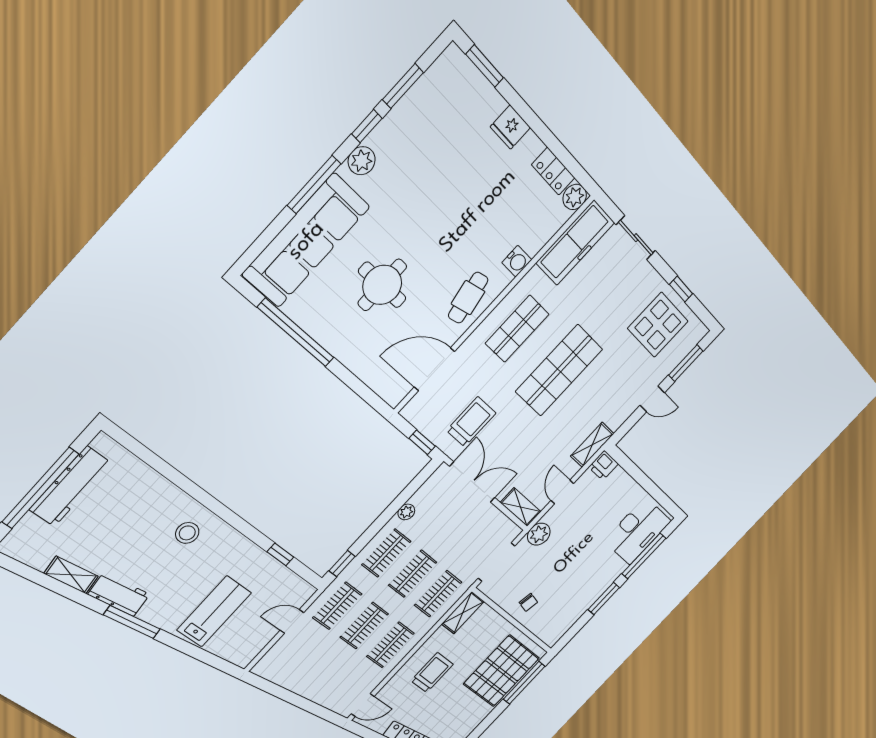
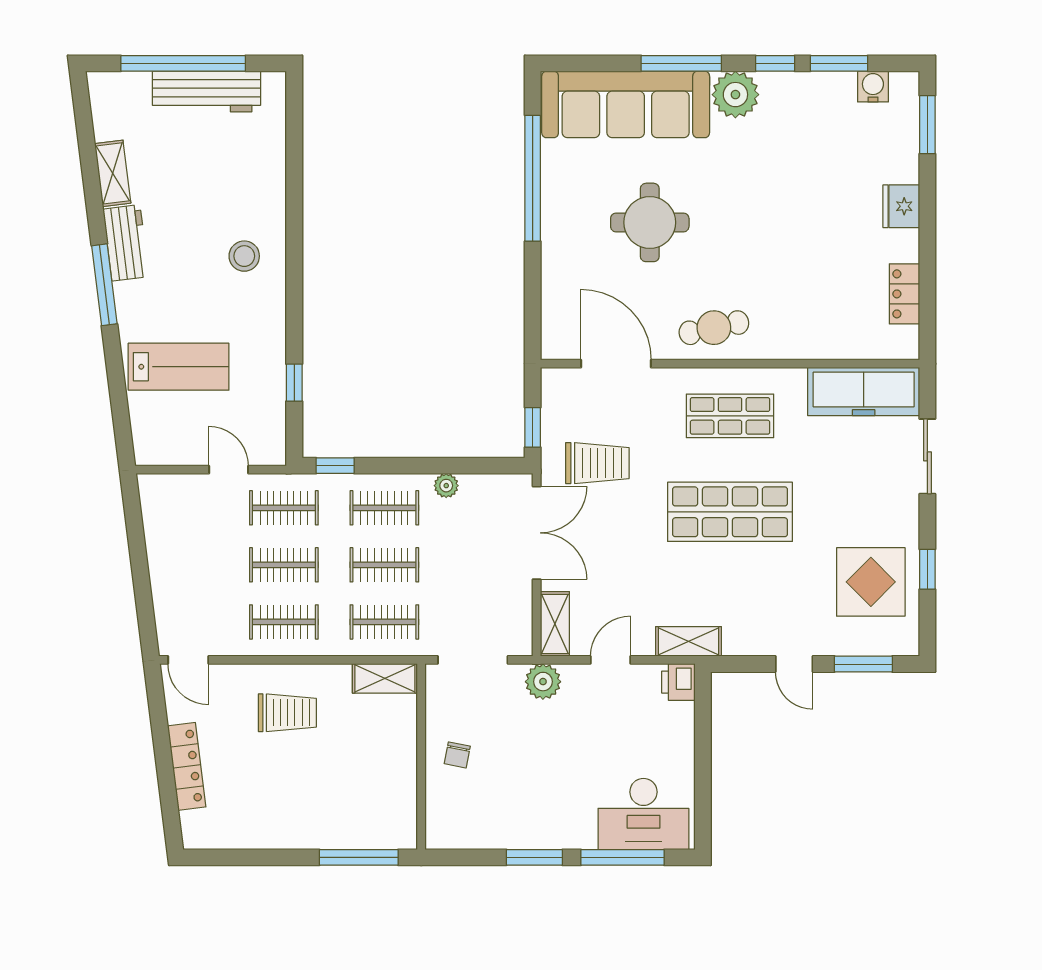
plant: (362, 161) -> (735, 95), width x1.36, depth x1.36
plant: (575, 197) -> (903, 343), removed
water cooler: (517, 261) -> (873, 87), moved, turned 180
pallet: (501, 671) -> (352, 808), removed

